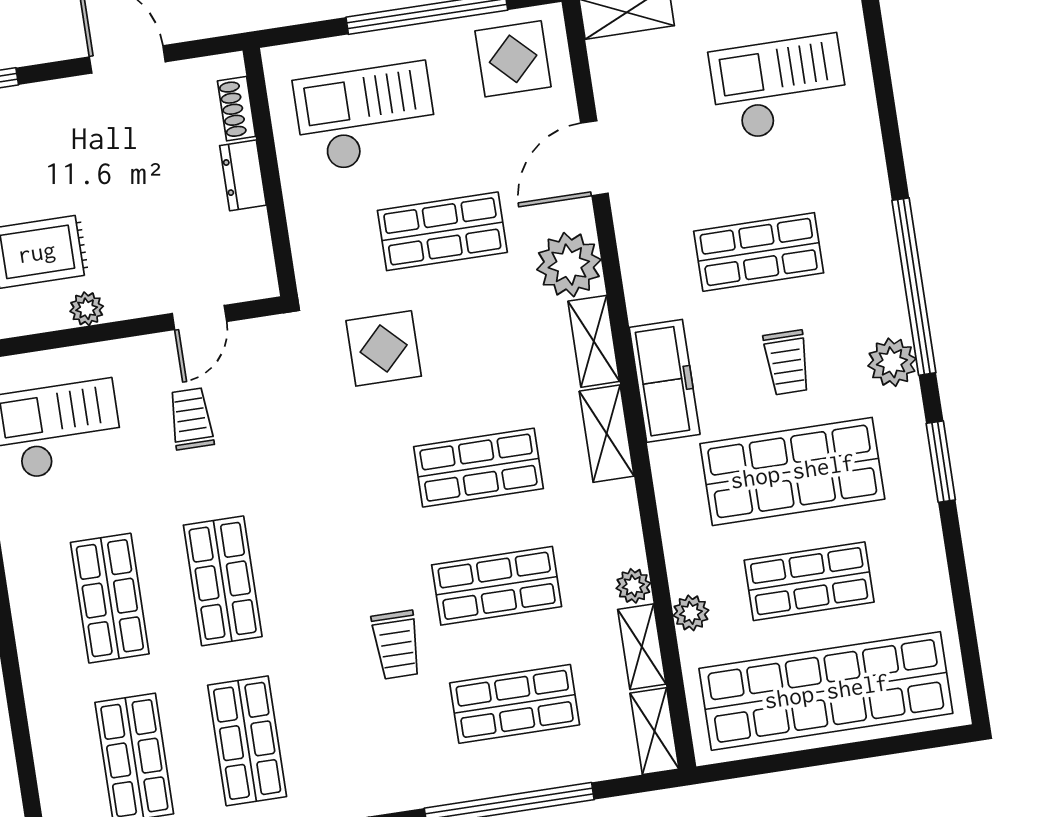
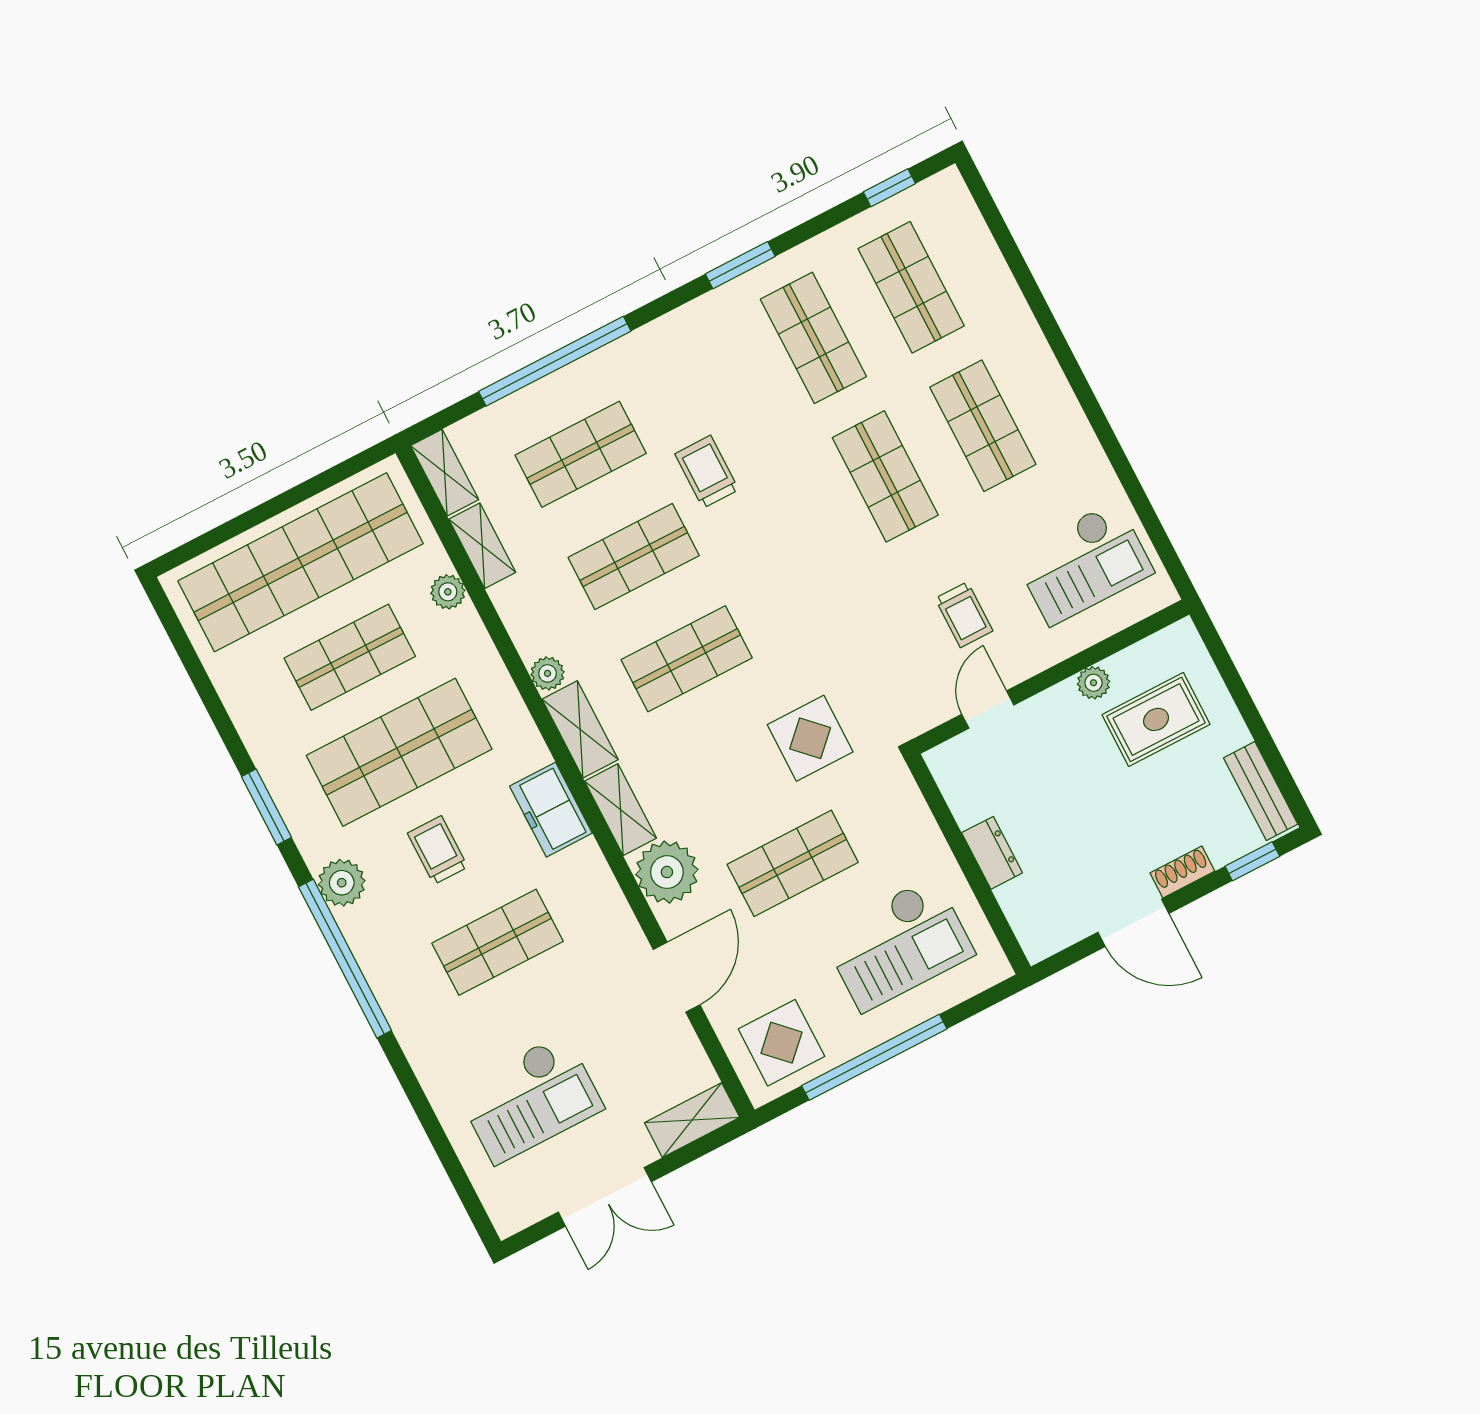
shoe rack: (237, 109) -> (1182, 872), moved, turned -90
freezer: (665, 381) -> (551, 810), width x0.71
plant: (633, 586) -> (548, 673), moved

